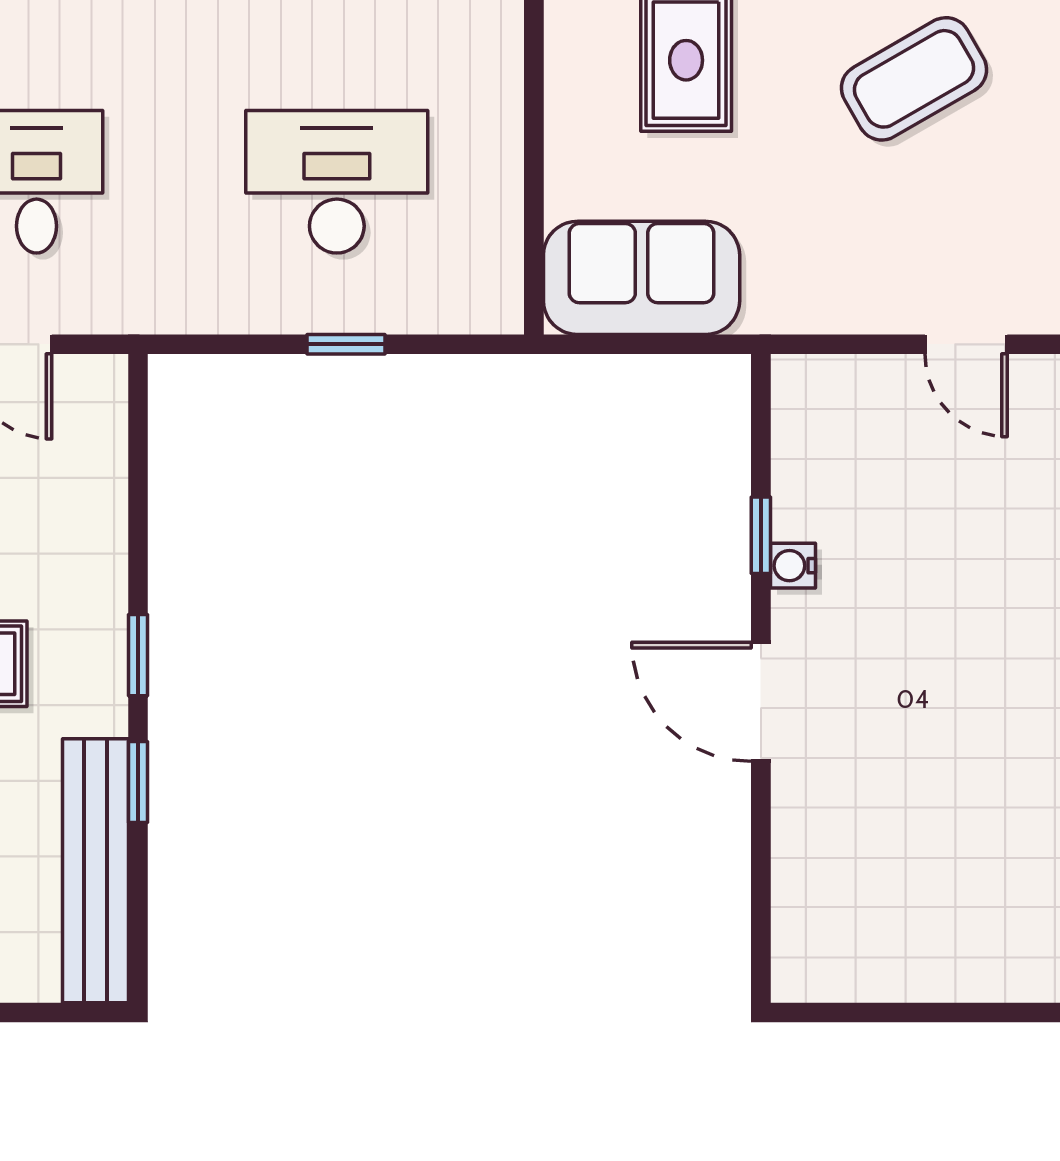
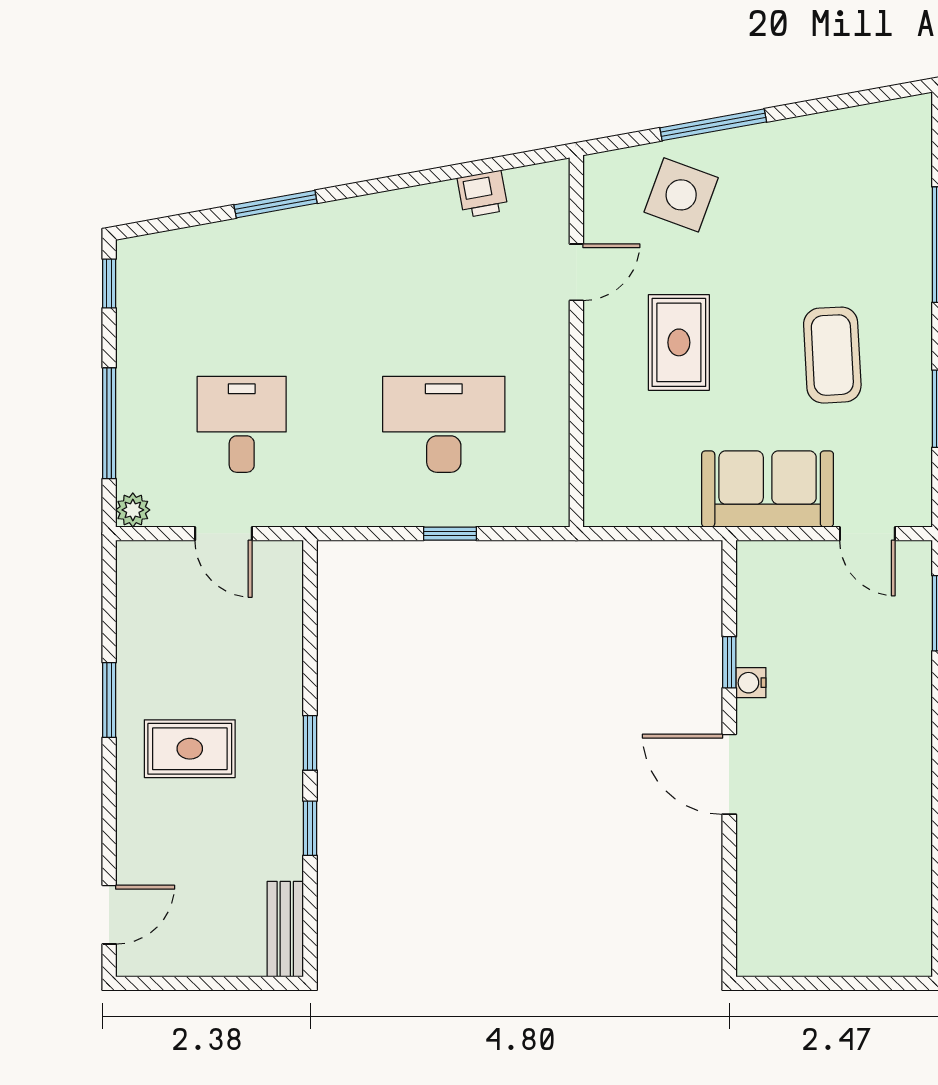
coffee table: (914, 79) -> (832, 355), turned -63
sofa: (642, 278) -> (768, 489), moved
bench: (95, 871) -> (285, 929), width x0.54, depth x0.82

